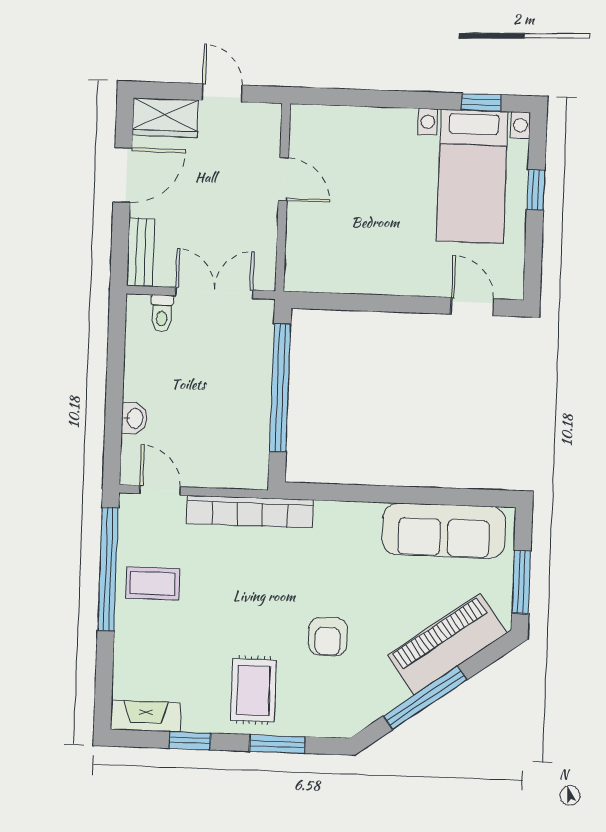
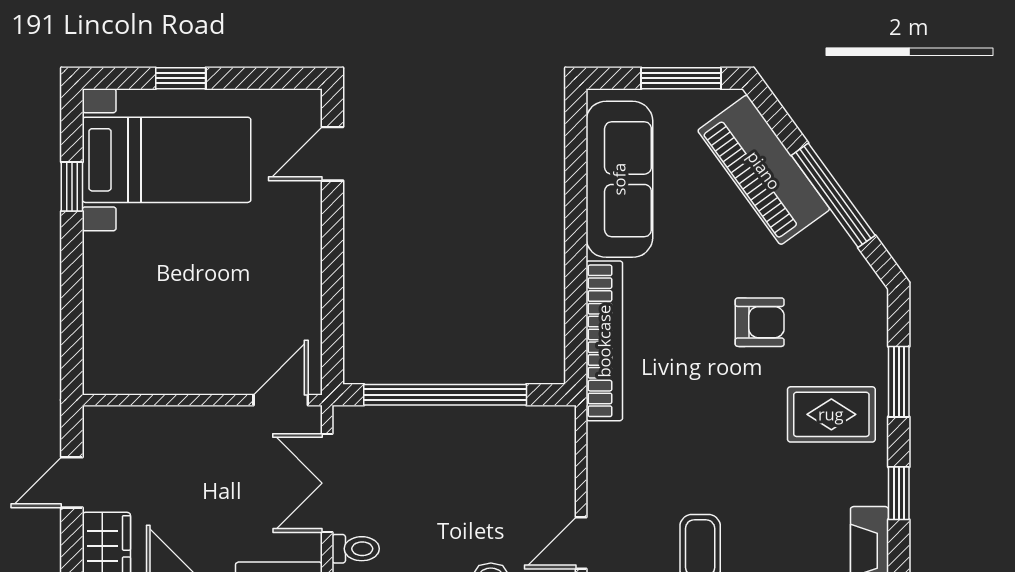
window: (481, 102) -> (72, 187), moved
door: (283, 179) -> (281, 400), moved
bookcase: (250, 512) -> (604, 341), moved

